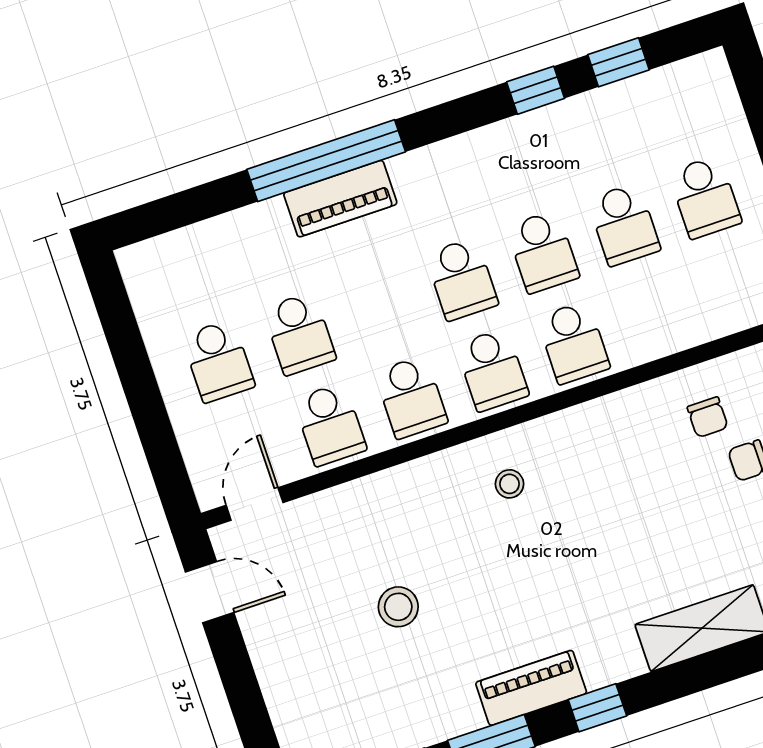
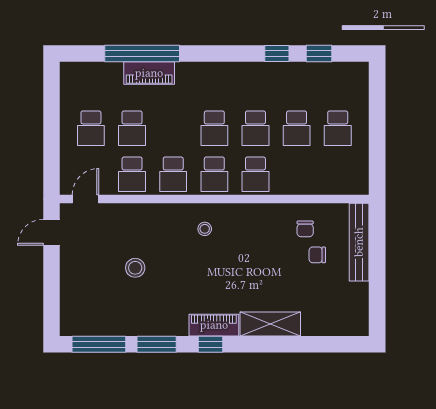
window: (326, 161) -> (142, 54), moved
piano: (340, 199) -> (149, 73), moved
door: (210, 592) -> (52, 232), swing flipped
piano: (531, 688) -> (214, 325), moved

